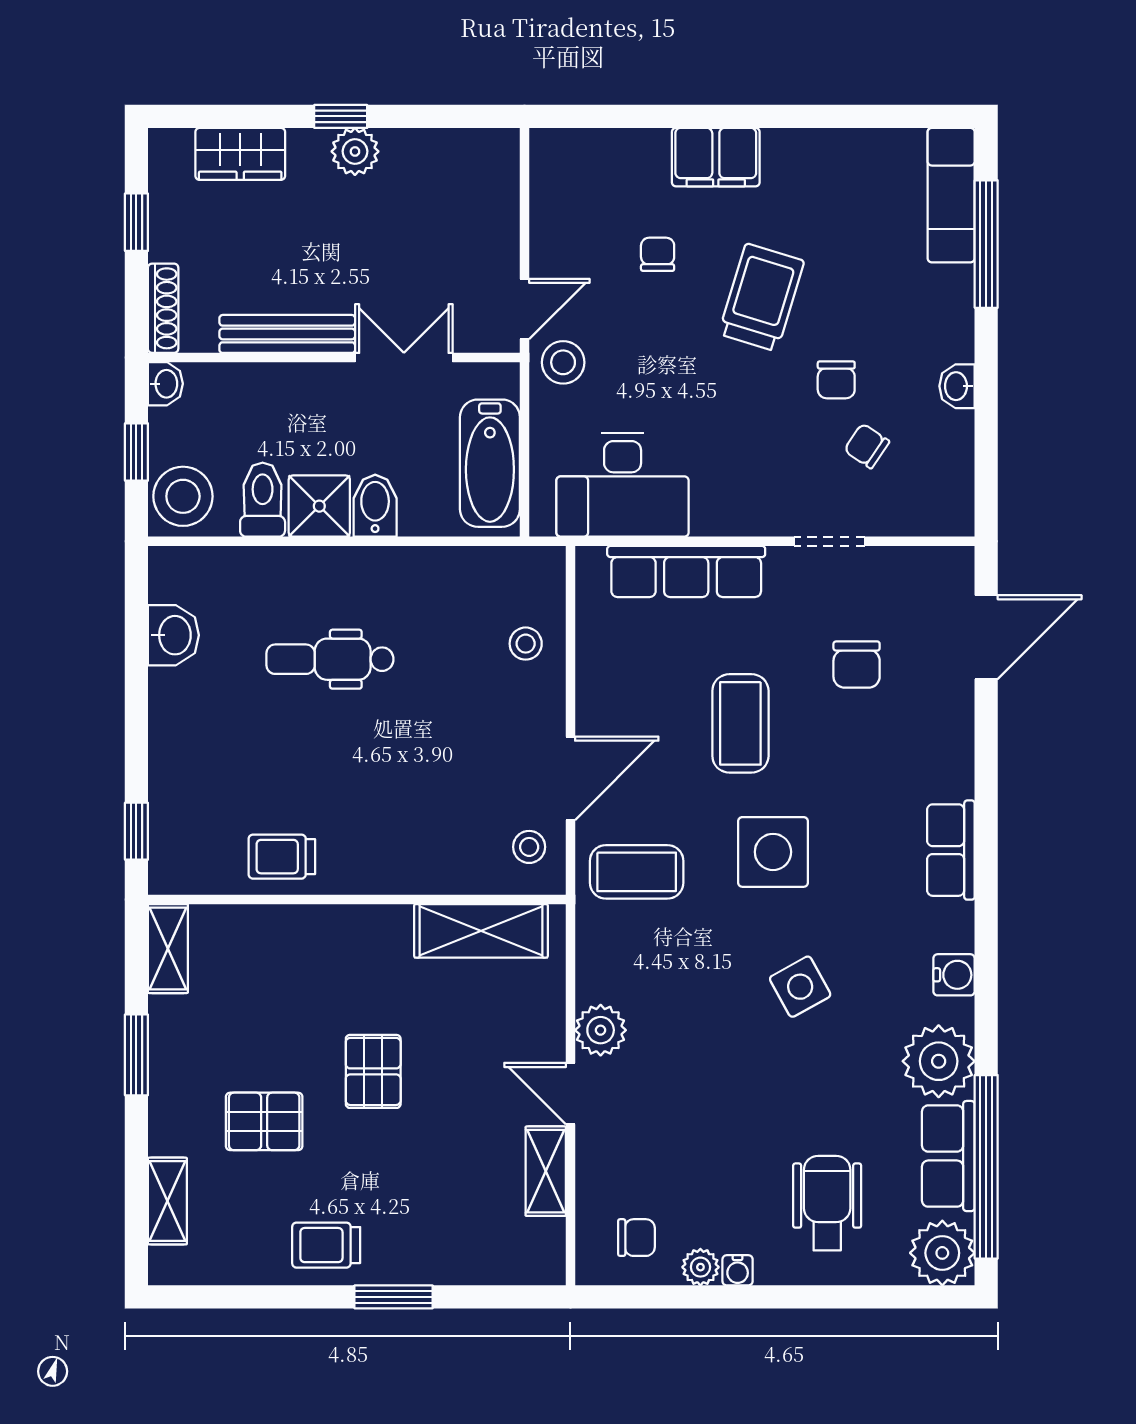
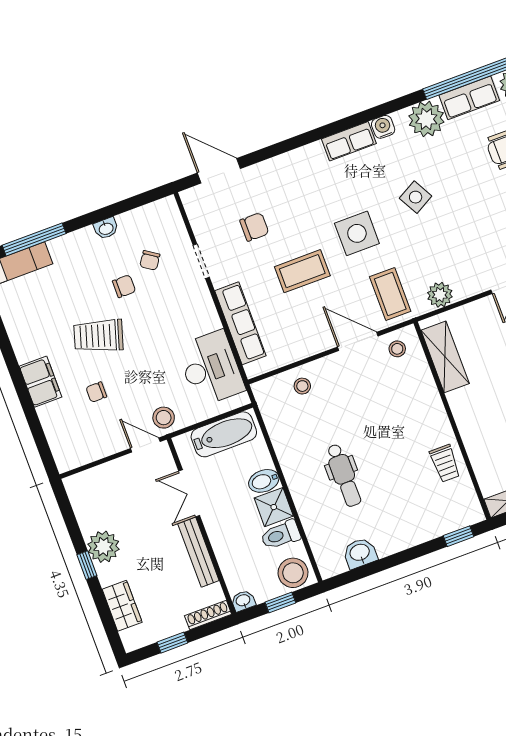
plant: (355, 151) -> (103, 547), width x1.36, depth x1.36
row of seats: (951, 850) -> (349, 141), moved
plant: (601, 1030) -> (440, 295), moved

